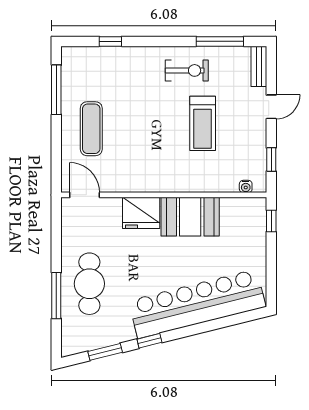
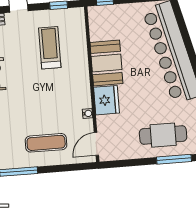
treadmill: (203, 123) -> (50, 48), moved, turned -90
water cooler: (246, 186) -> (88, 113), moved

